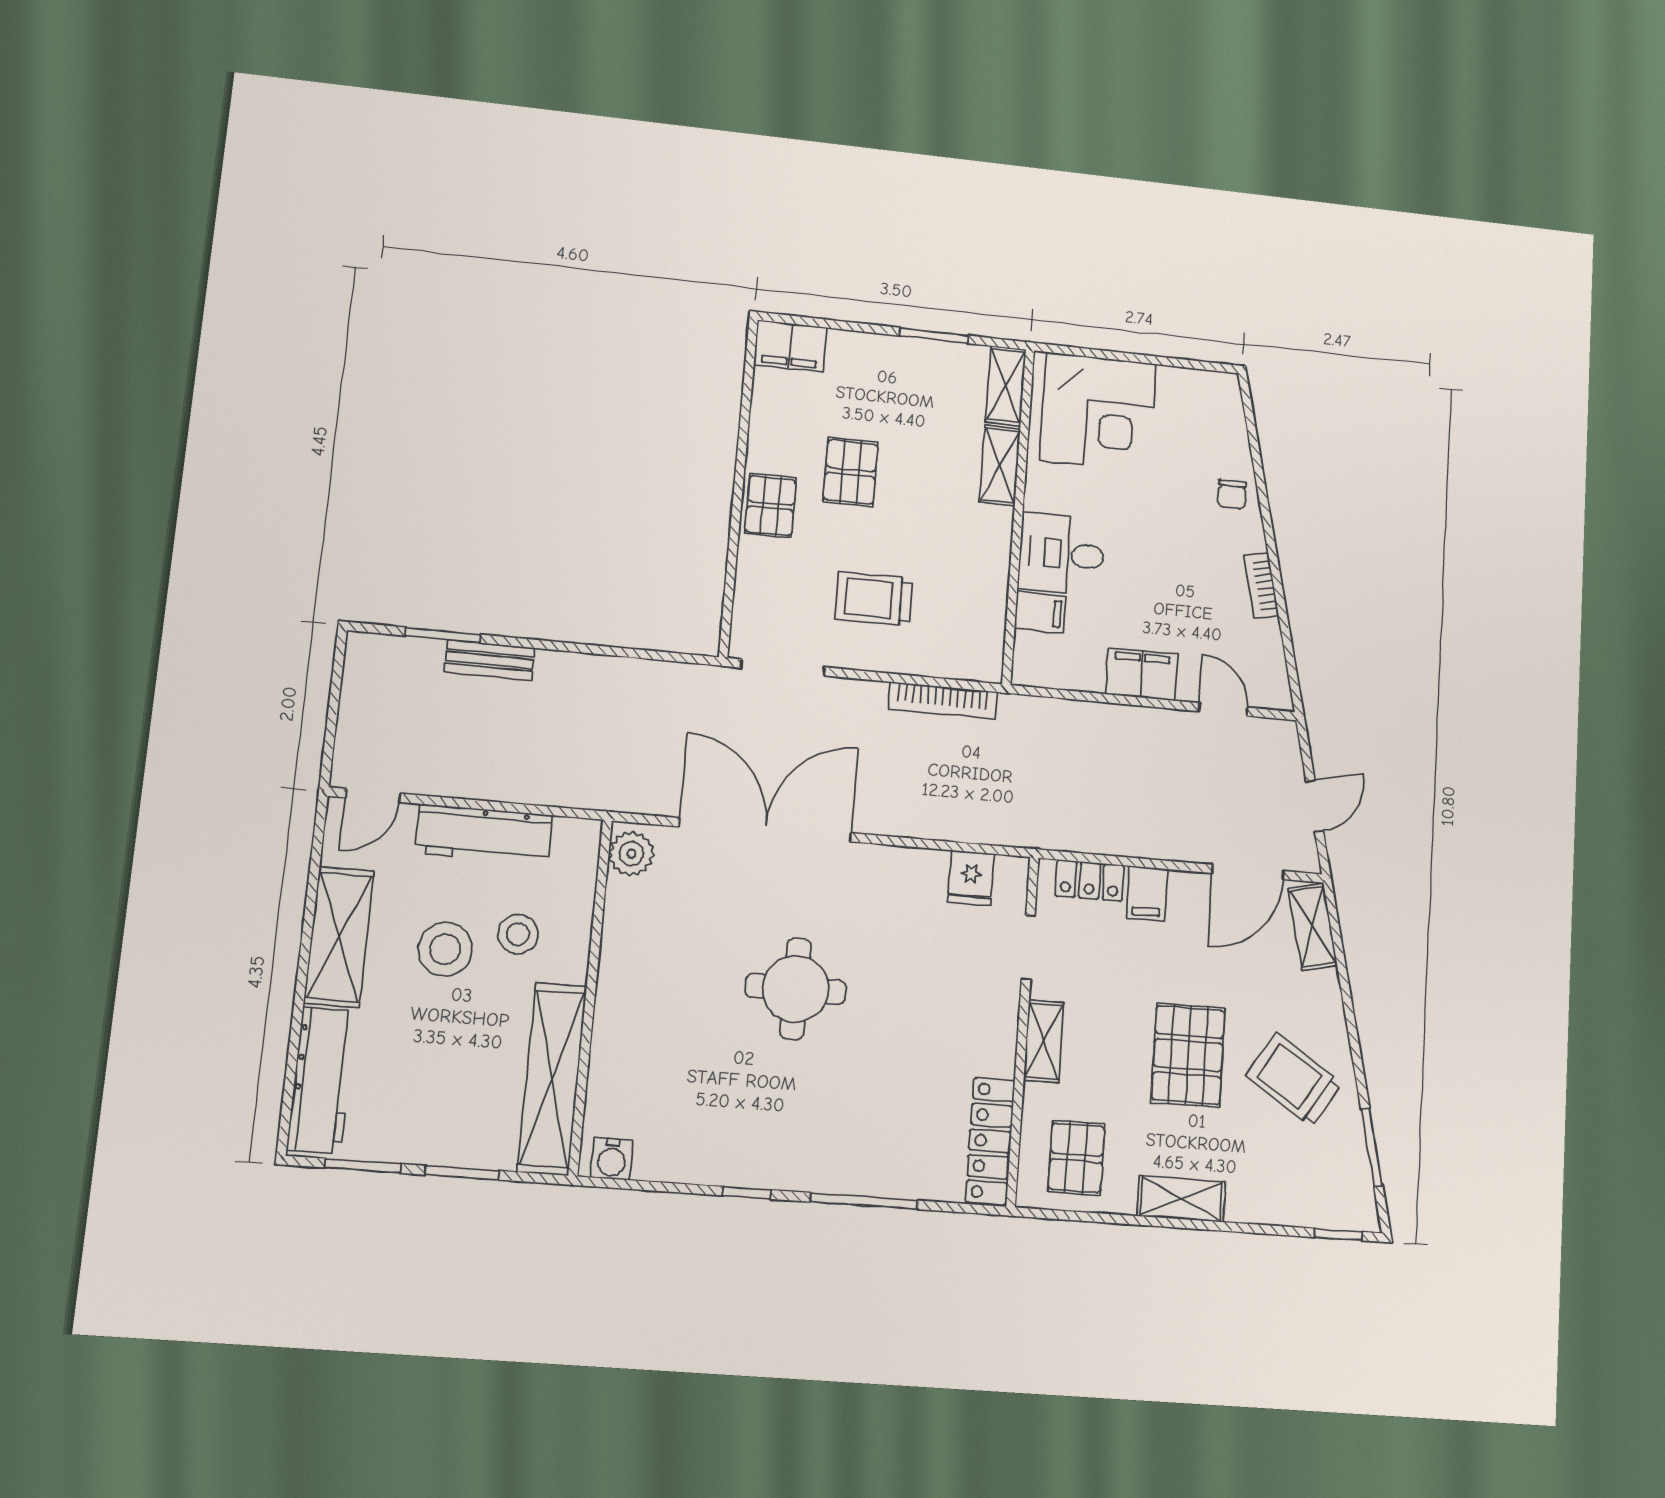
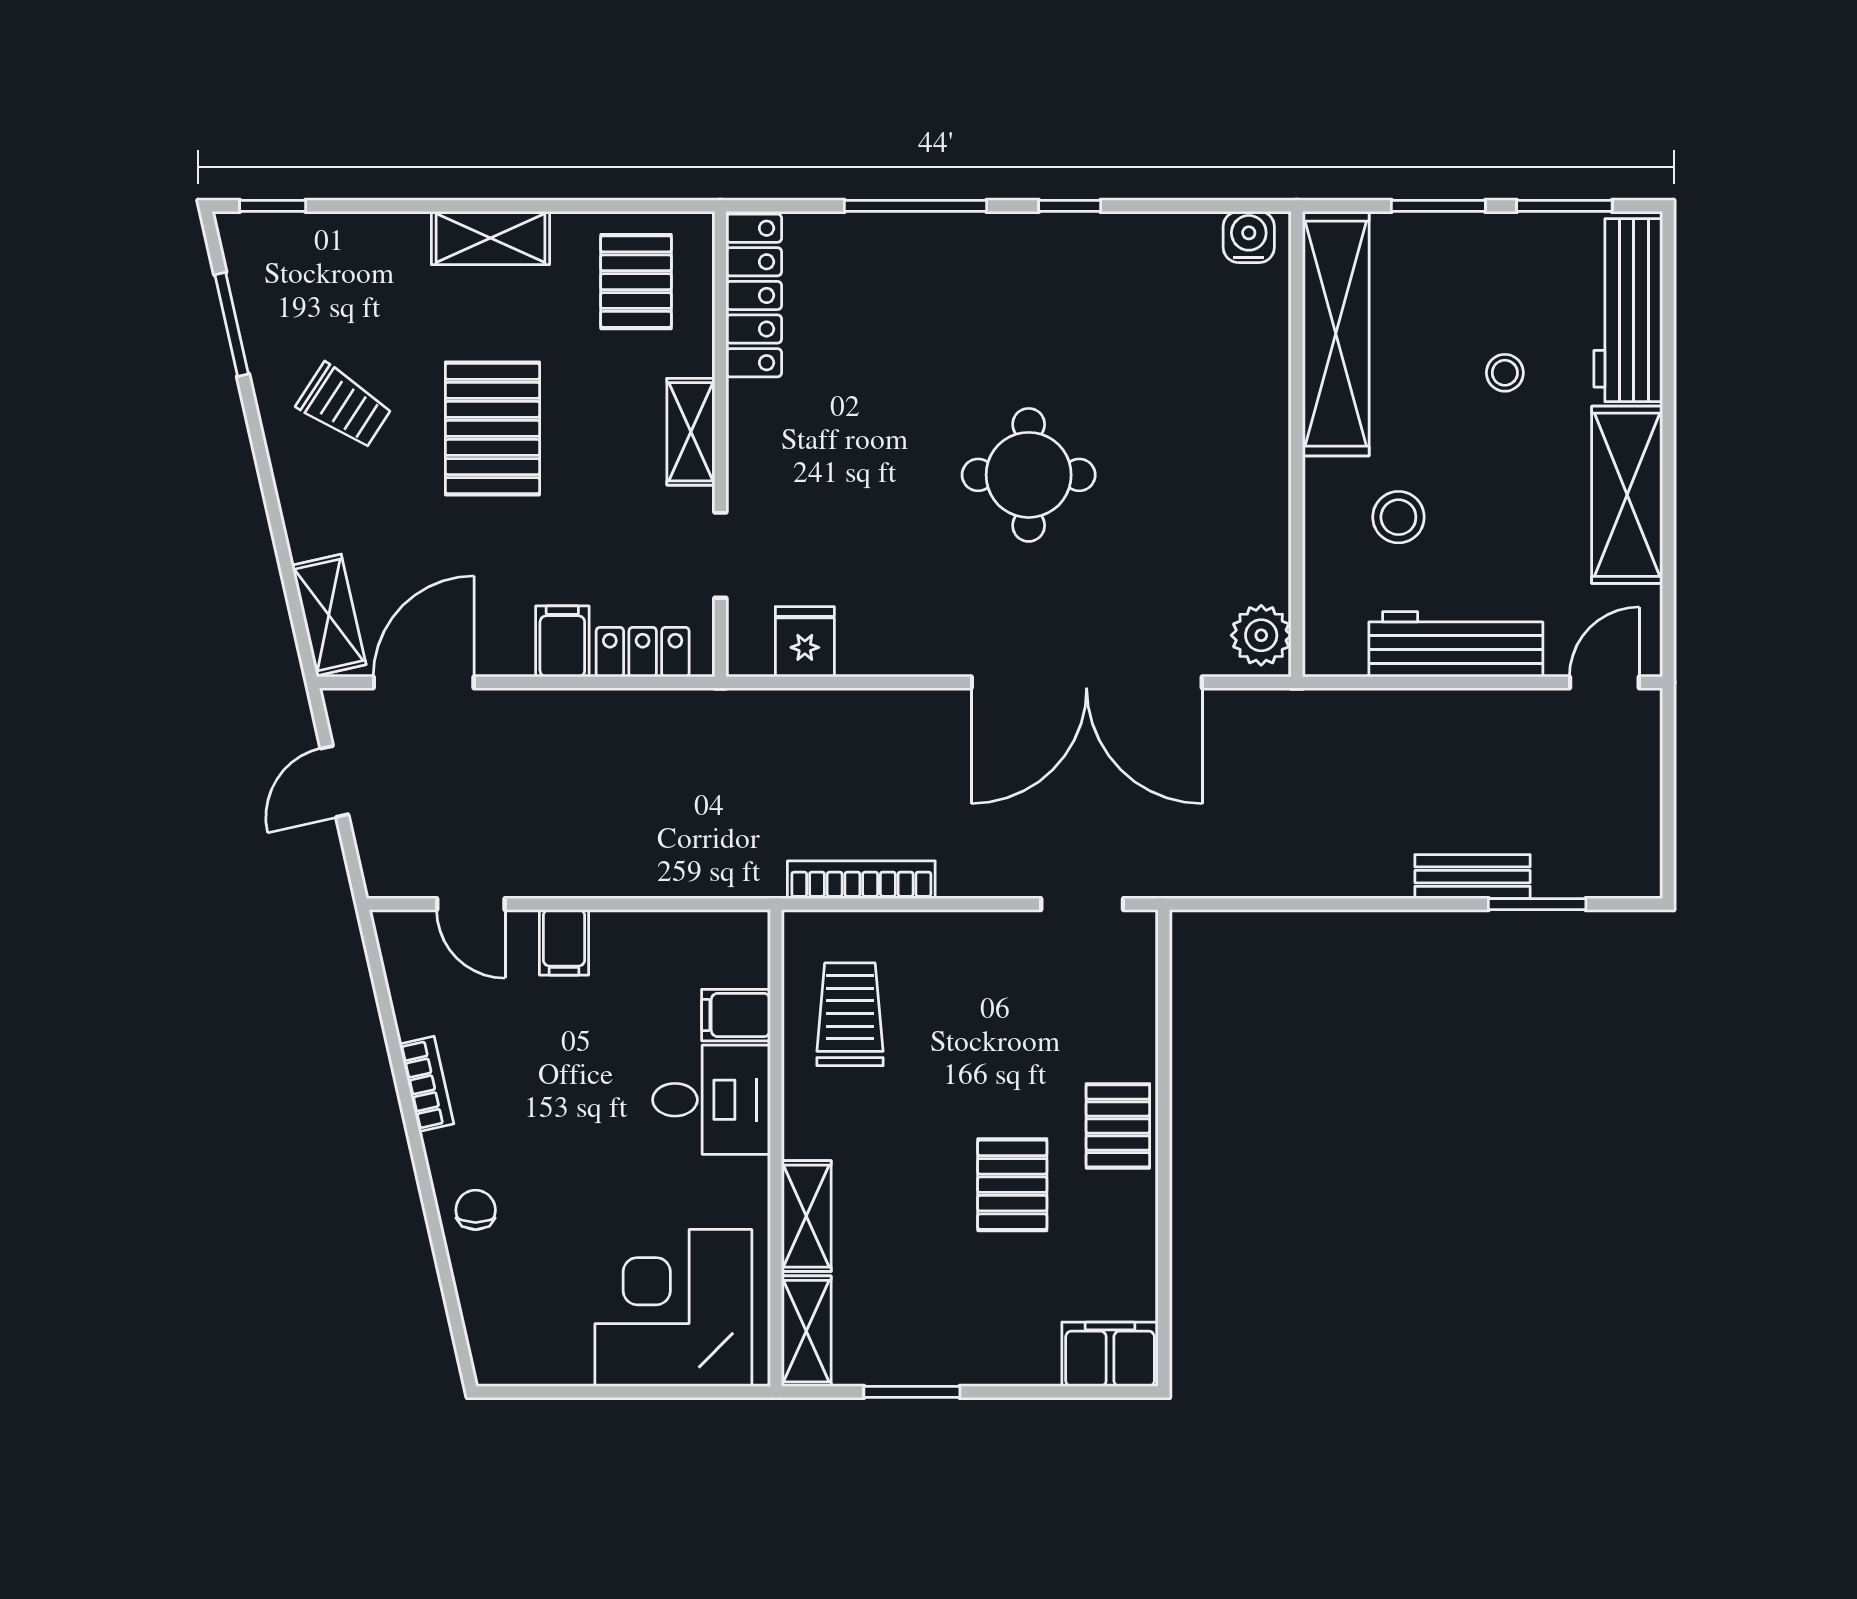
trolley: (874, 599) -> (850, 1014), moved, turned -90
doorway: (783, 667) -> (1082, 904), width x0.73
filing cabinet: (1142, 674) -> (564, 942), width x0.50
stool: (445, 949) -> (1505, 373), moved, width x0.53, depth x0.53
trolley: (1294, 1080) -> (344, 406), width x0.73, depth x0.72

